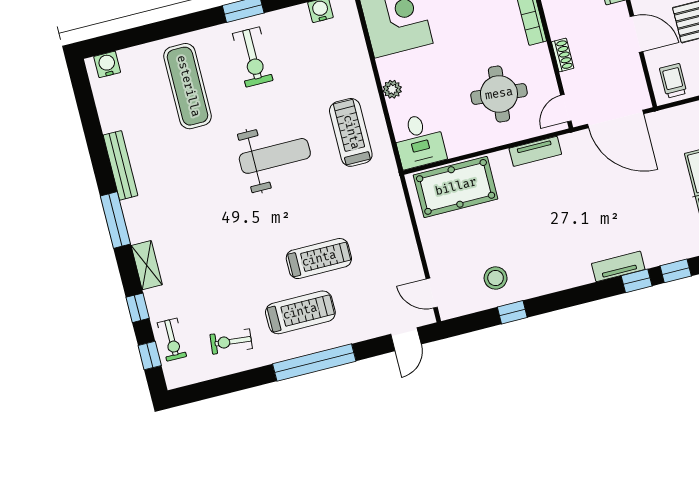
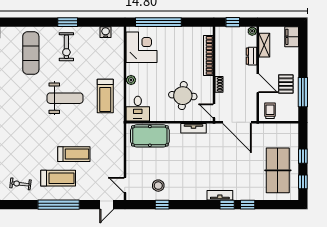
door: (566, 108) -> (214, 111), hinge flipped
treadmill: (351, 132) -> (105, 96), turned 180

